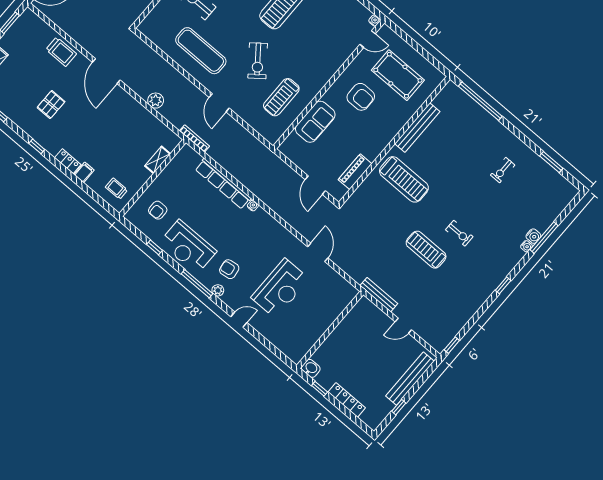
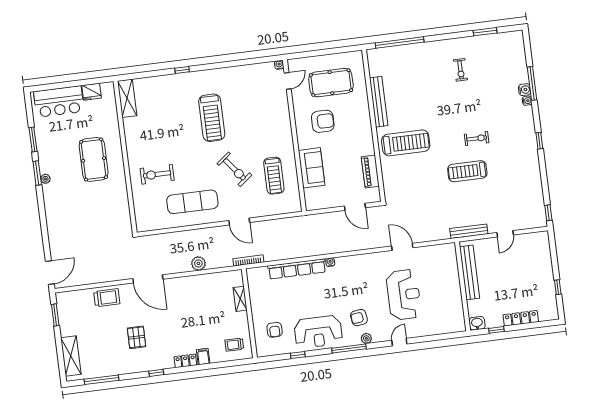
bench: (410, 379) -> (470, 272), moved

